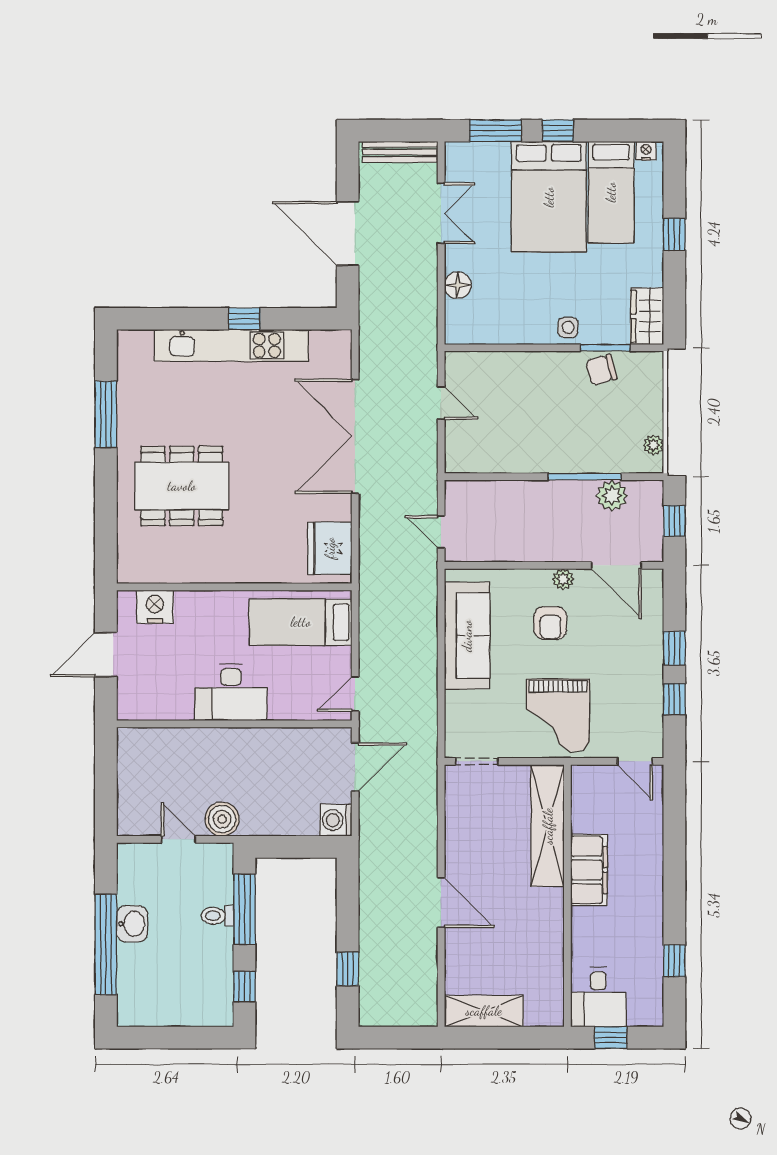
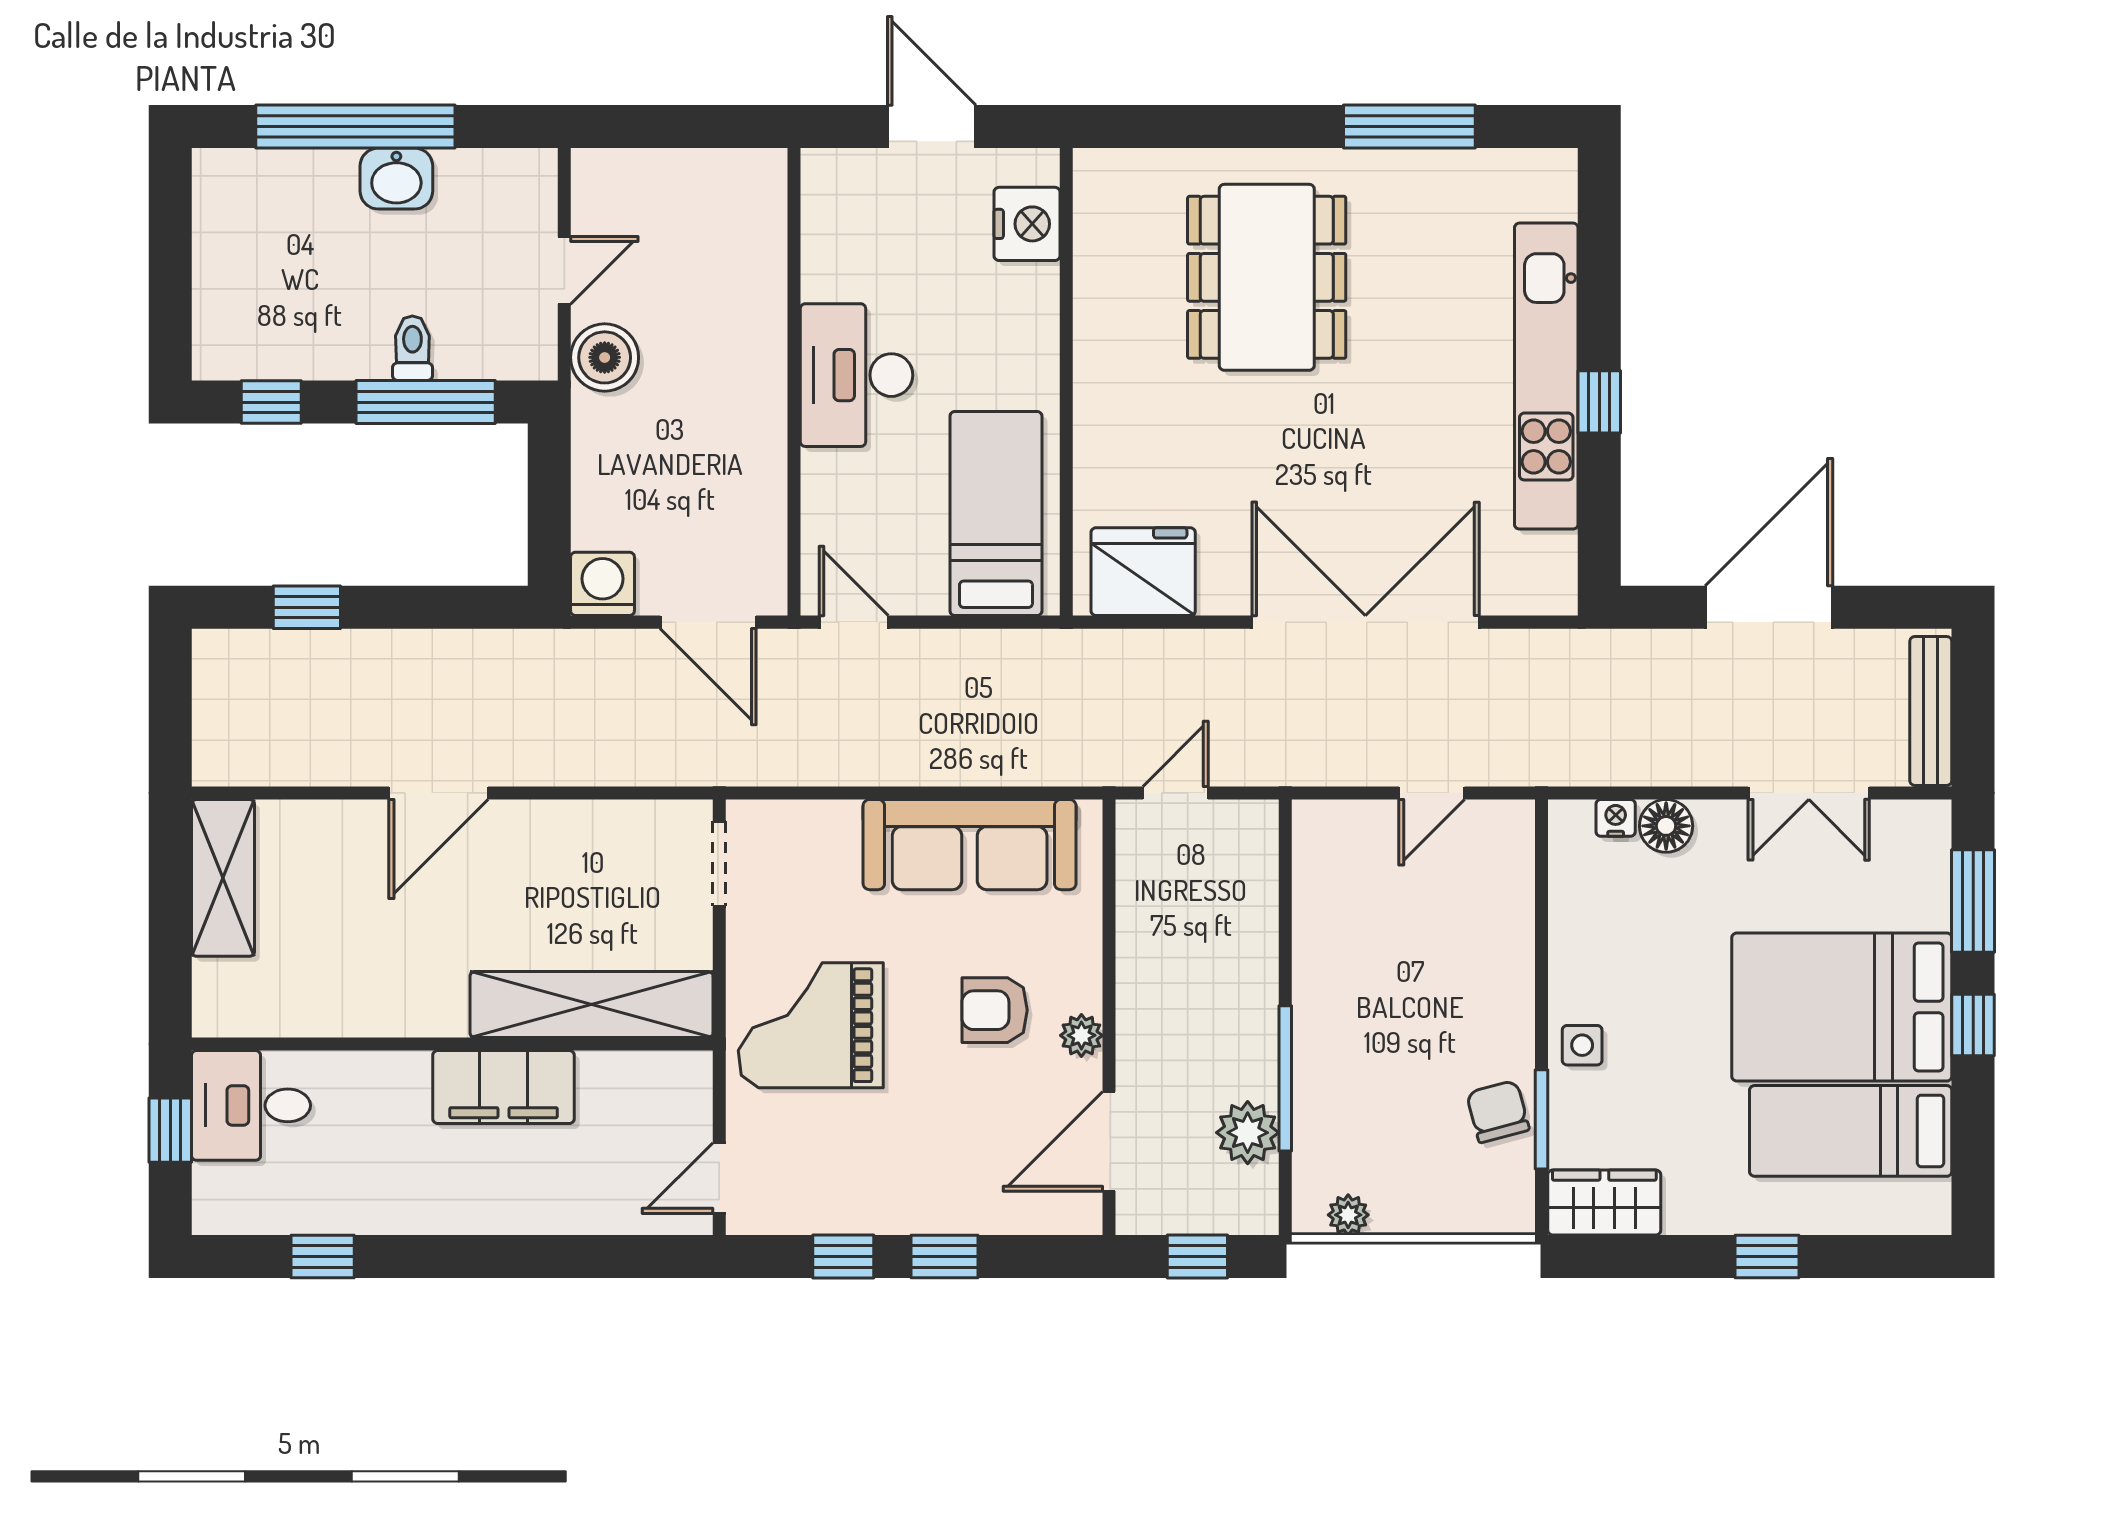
nightstand: (646, 151) -> (1616, 818), moved, turned -90

